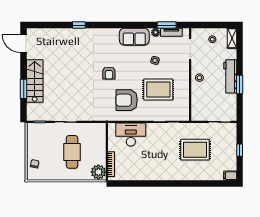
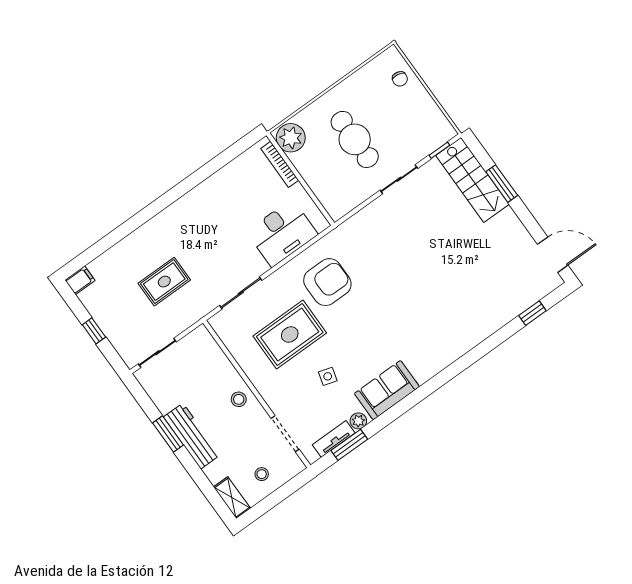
window: (79, 25) -> (532, 313), moved
armchair: (109, 73) -> (386, 305), removed
stairs: (35, 81) -> (472, 180), moved
rug: (195, 150) -> (164, 282), width x0.73, depth x0.70

